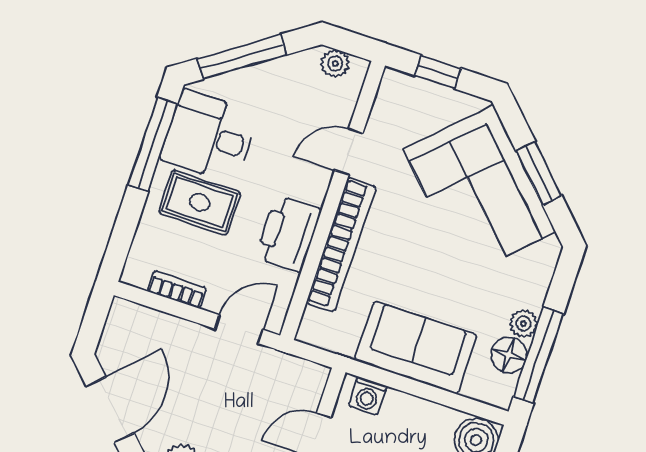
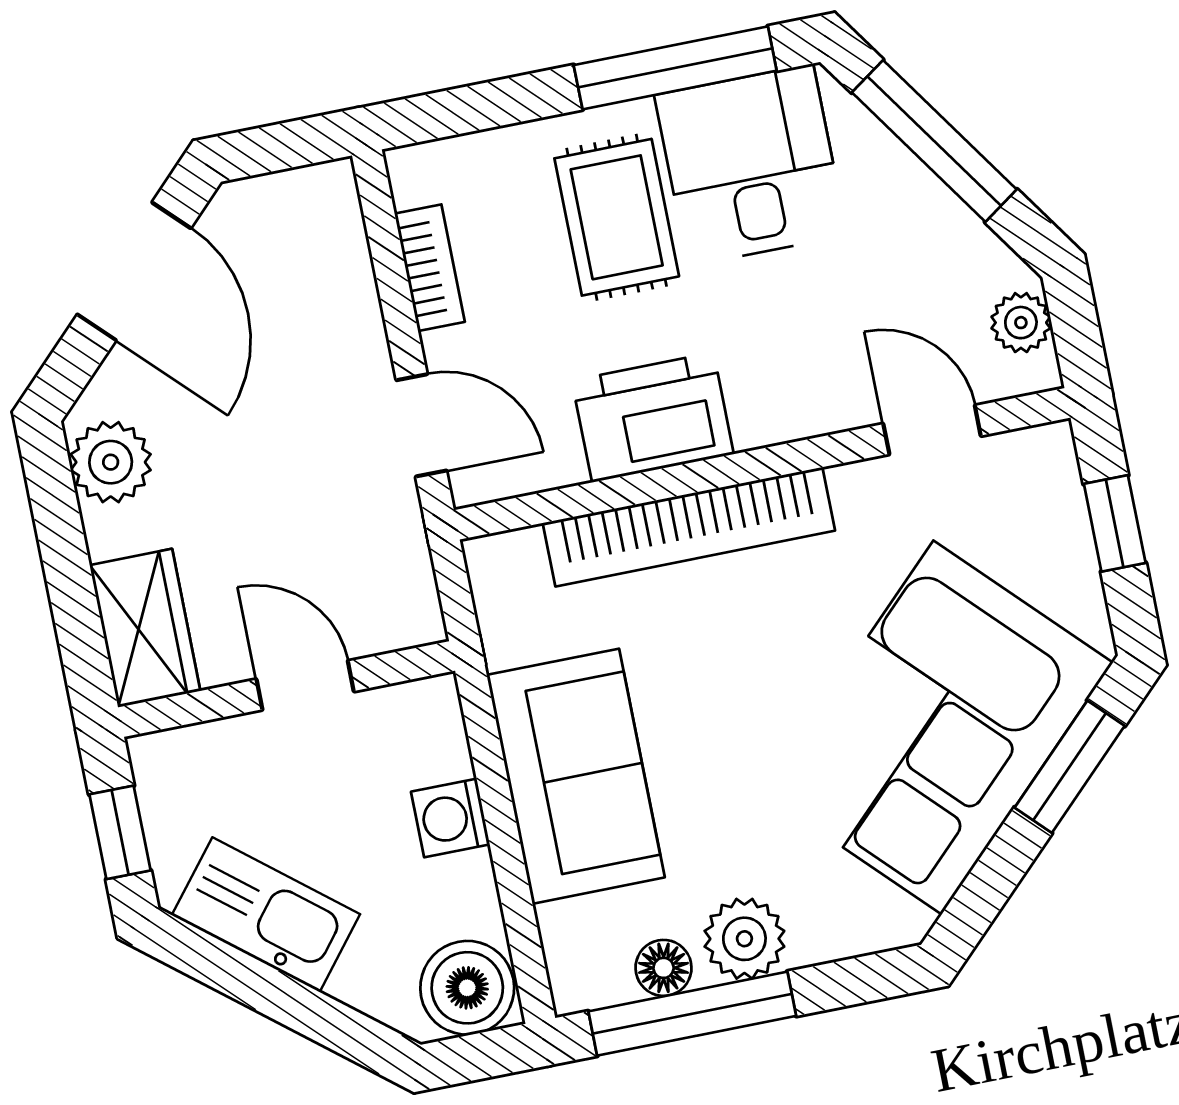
door: (349, 152) -> (932, 430), moved
window: (539, 173) -> (1070, 767), moved
plant: (524, 323) -> (744, 939), width x1.38, depth x1.38
floor lamp: (509, 355) -> (664, 968), width x0.73, depth x0.73
washing machine: (368, 396) -> (450, 818), moved
door: (110, 410) -> (134, 271), hinge flipped

